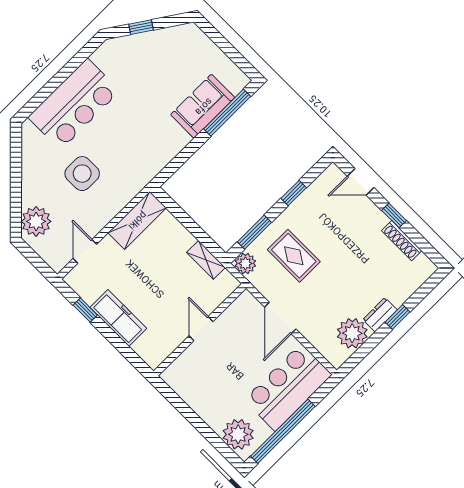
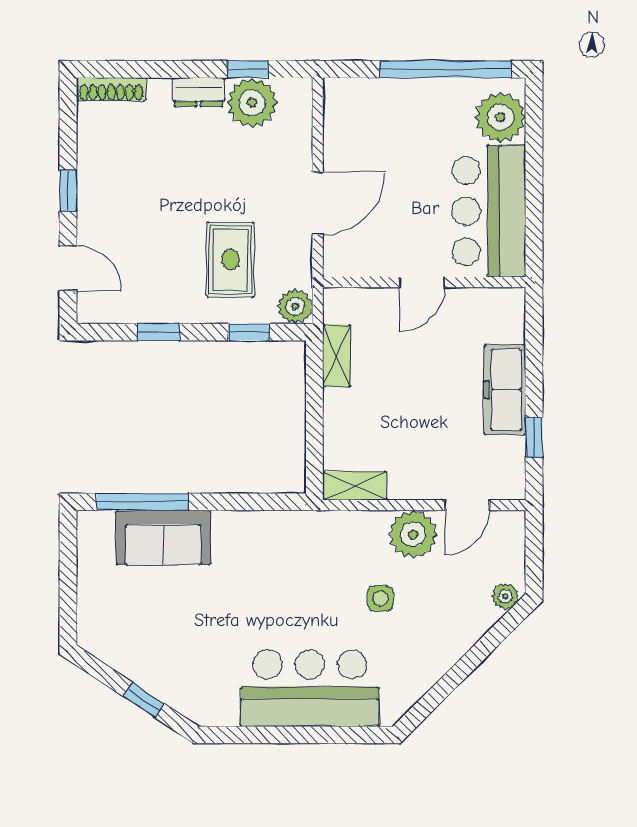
side table: (82, 174) -> (380, 598), width x0.54, depth x0.54
plant: (96, 216) -> (413, 534), added
shelving: (137, 220) -> (355, 486), width x0.67, depth x0.75
plant: (36, 221) -> (505, 596), width x0.53, depth x0.53
window: (254, 232) -> (249, 332), width x0.67
shoe rack: (402, 241) -> (111, 89), moved, turned 90
window: (398, 317) -> (248, 69), moved
bar counter: (288, 387) -> (489, 211), moved, turned 90

